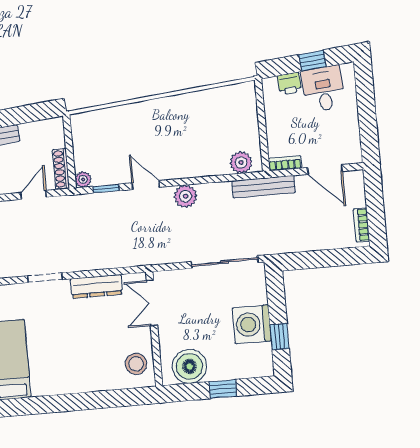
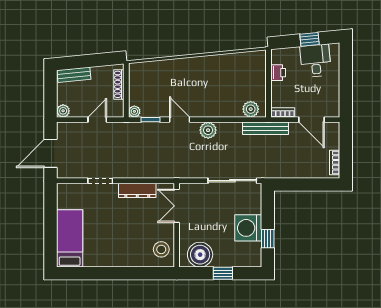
printer: (289, 83) -> (278, 73), moved, turned -84
shoe rack: (61, 169) -> (119, 84), moved

